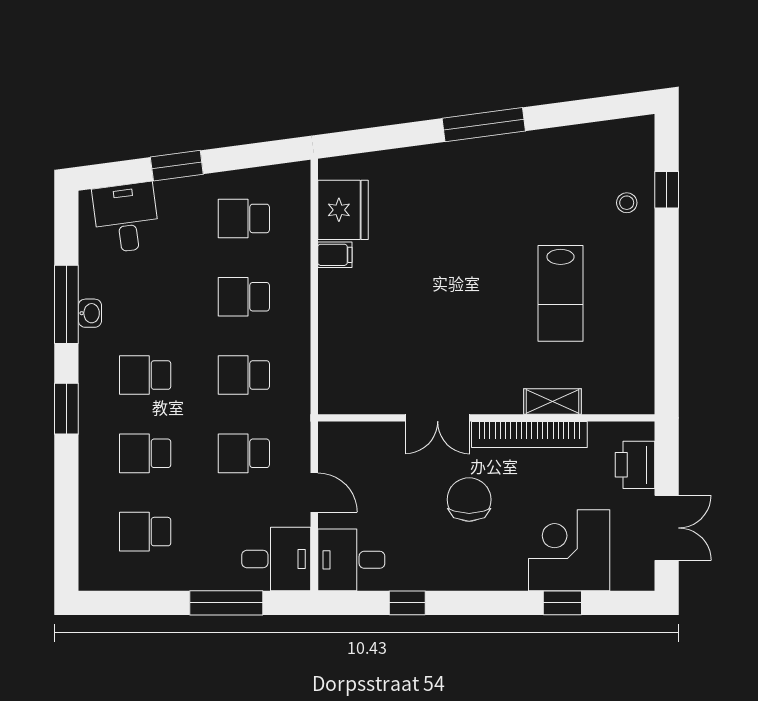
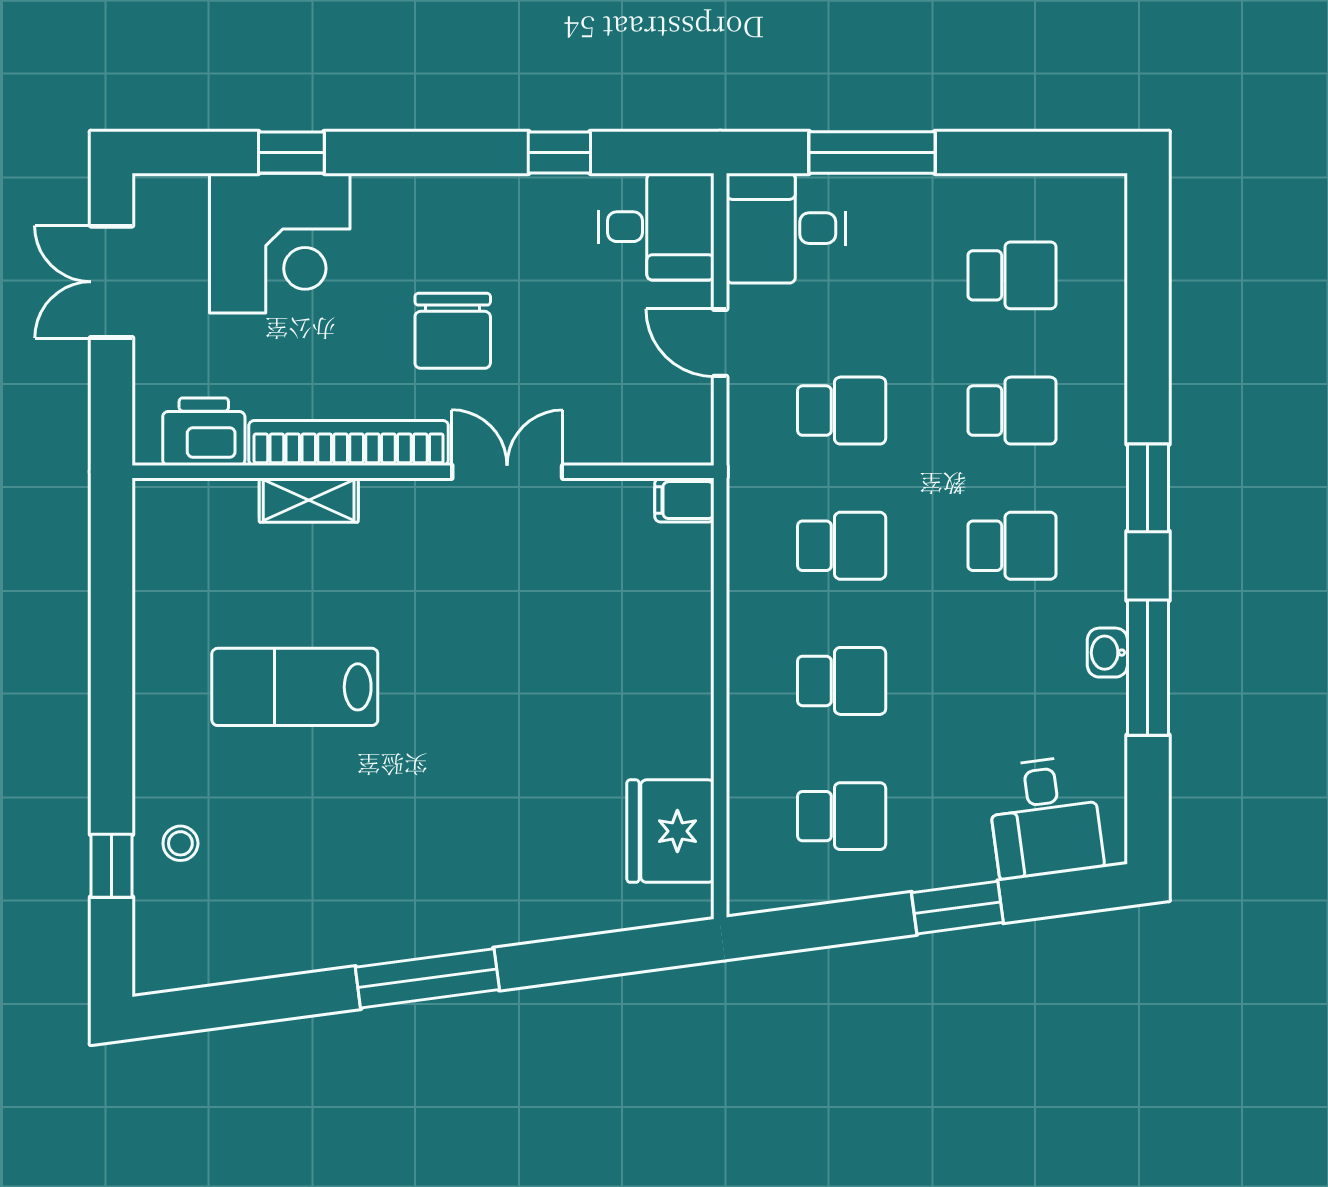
filing cabinet: (335, 255) -> (684, 500), moved
lab bench: (560, 293) -> (295, 687), turned -90
printer: (635, 465) -> (204, 432), moved, turned -90

